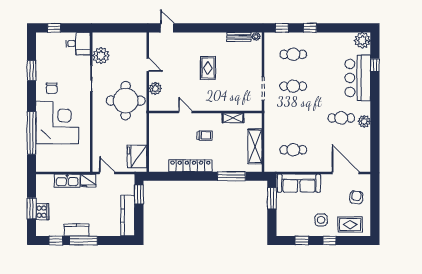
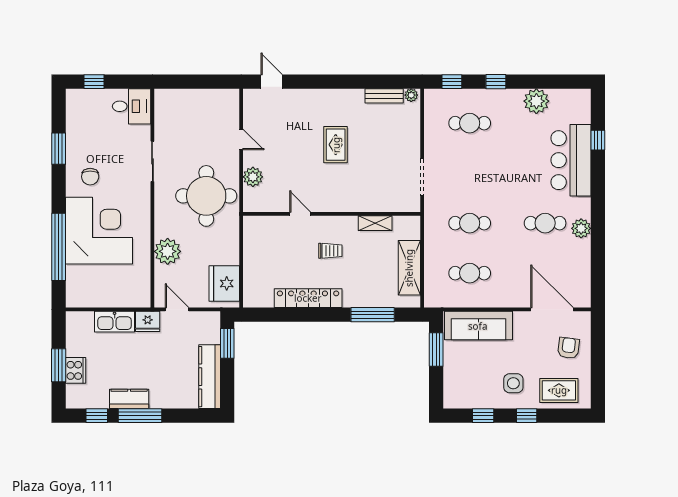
plant: (362, 40) -> (536, 101), moved
plant: (101, 56) -> (168, 251), moved
cafe table: (293, 86) -> (470, 223), moved

